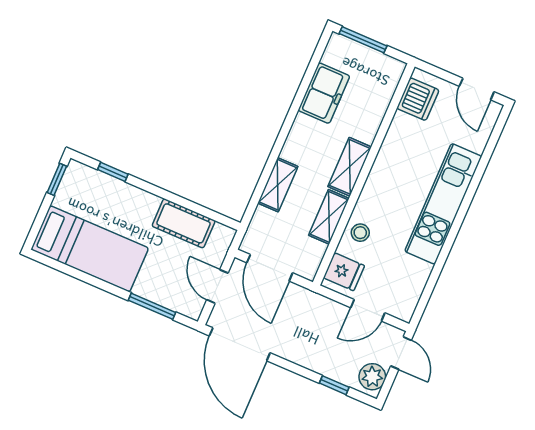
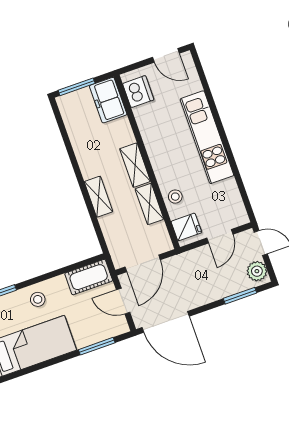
freezer: (324, 93) -> (108, 100), moved, turned 180
shelving: (278, 185) -> (99, 197), moved
stool: (137, 209) -> (38, 299), added
cot: (184, 223) -> (89, 277), moved
door: (270, 268) -> (143, 263), hinge flipped
window: (334, 385) -> (240, 296), width x1.50

